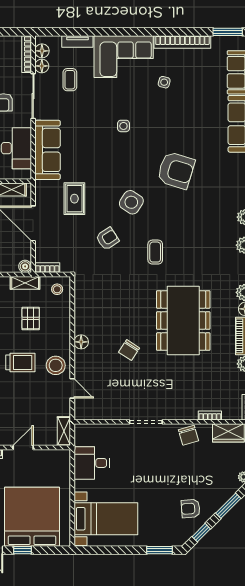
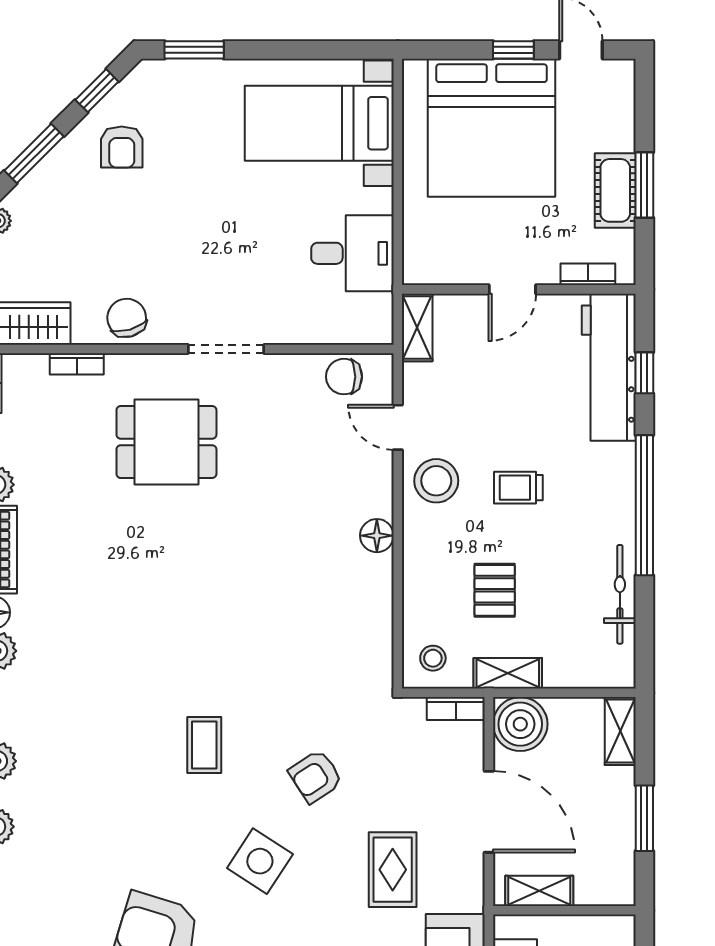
boiler: (25, 266) -> (520, 724), width x1.86, depth x1.86
dining table: (183, 321) -> (166, 442), moved, width x0.53, depth x0.80
chair: (129, 350) -> (344, 377), moved, turned -123
trolley: (20, 362) -> (518, 488), width x0.73, depth x0.72
armchair: (191, 509) -> (122, 147), turned 94

